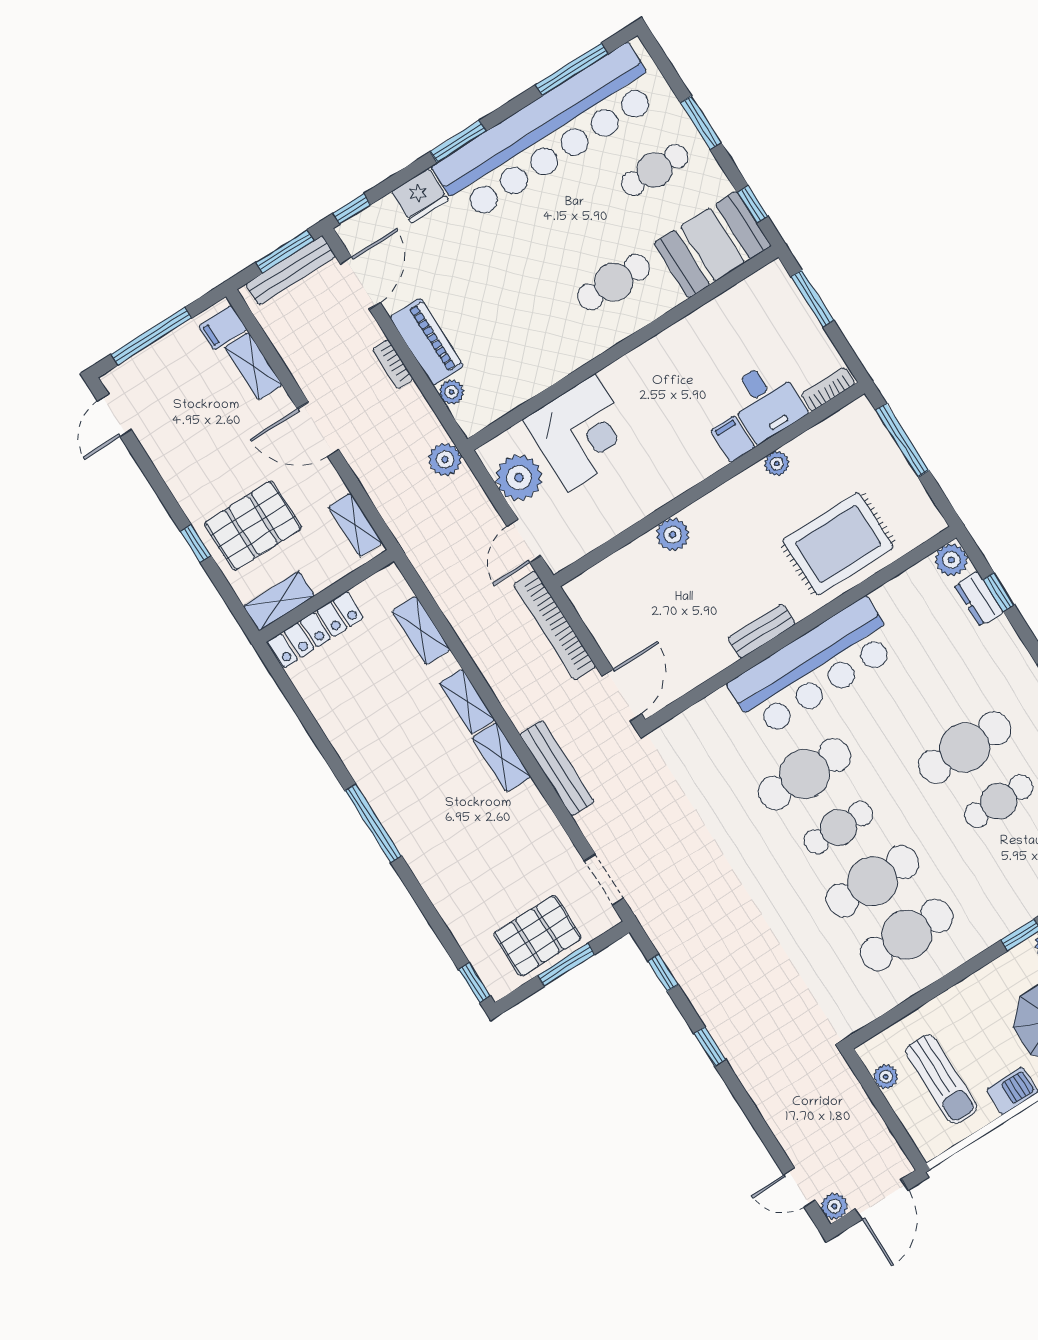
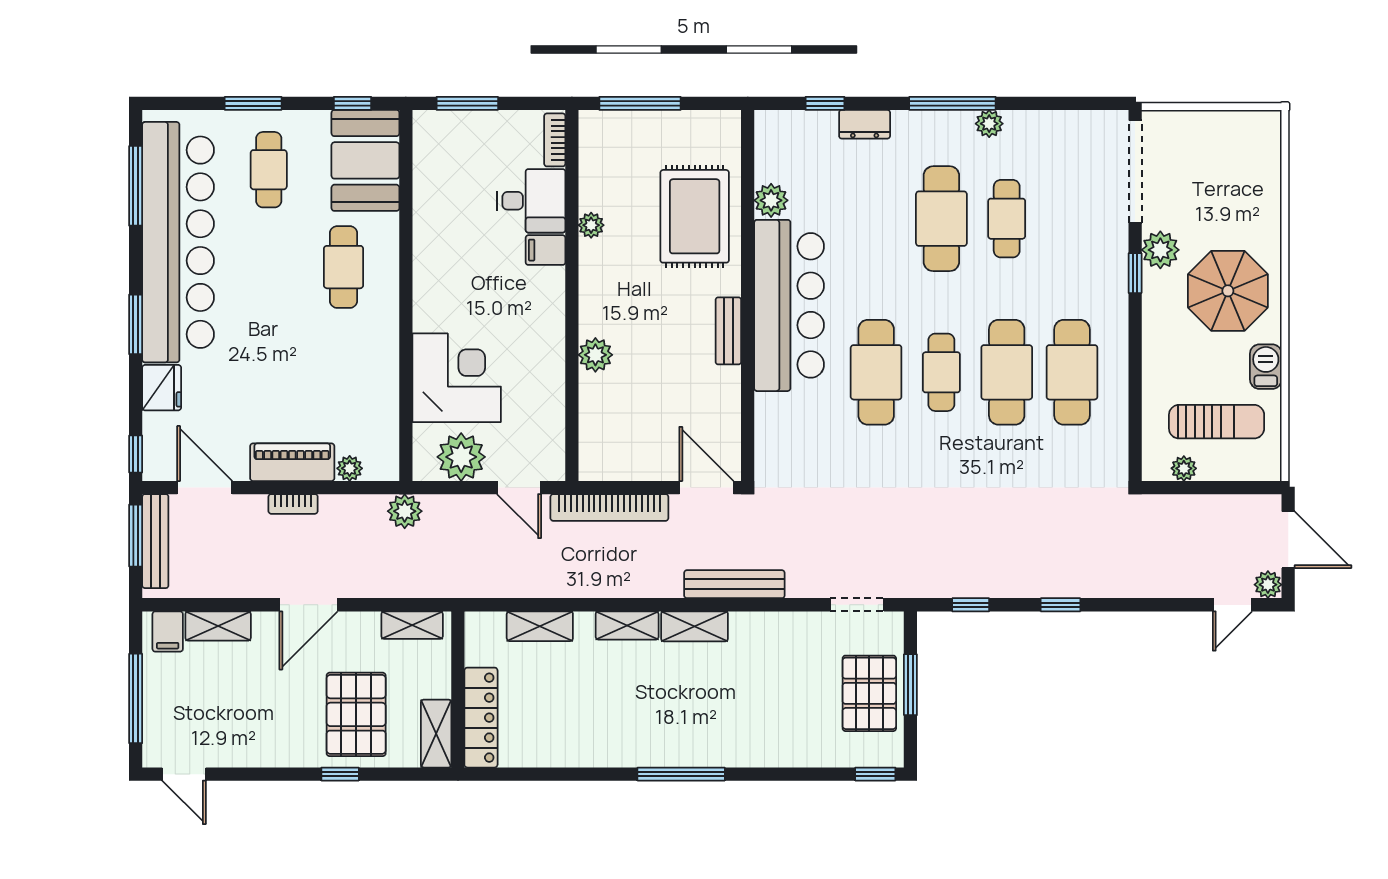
plant: (951, 560) -> (771, 200), moved
dresser: (979, 599) -> (865, 124), moved

